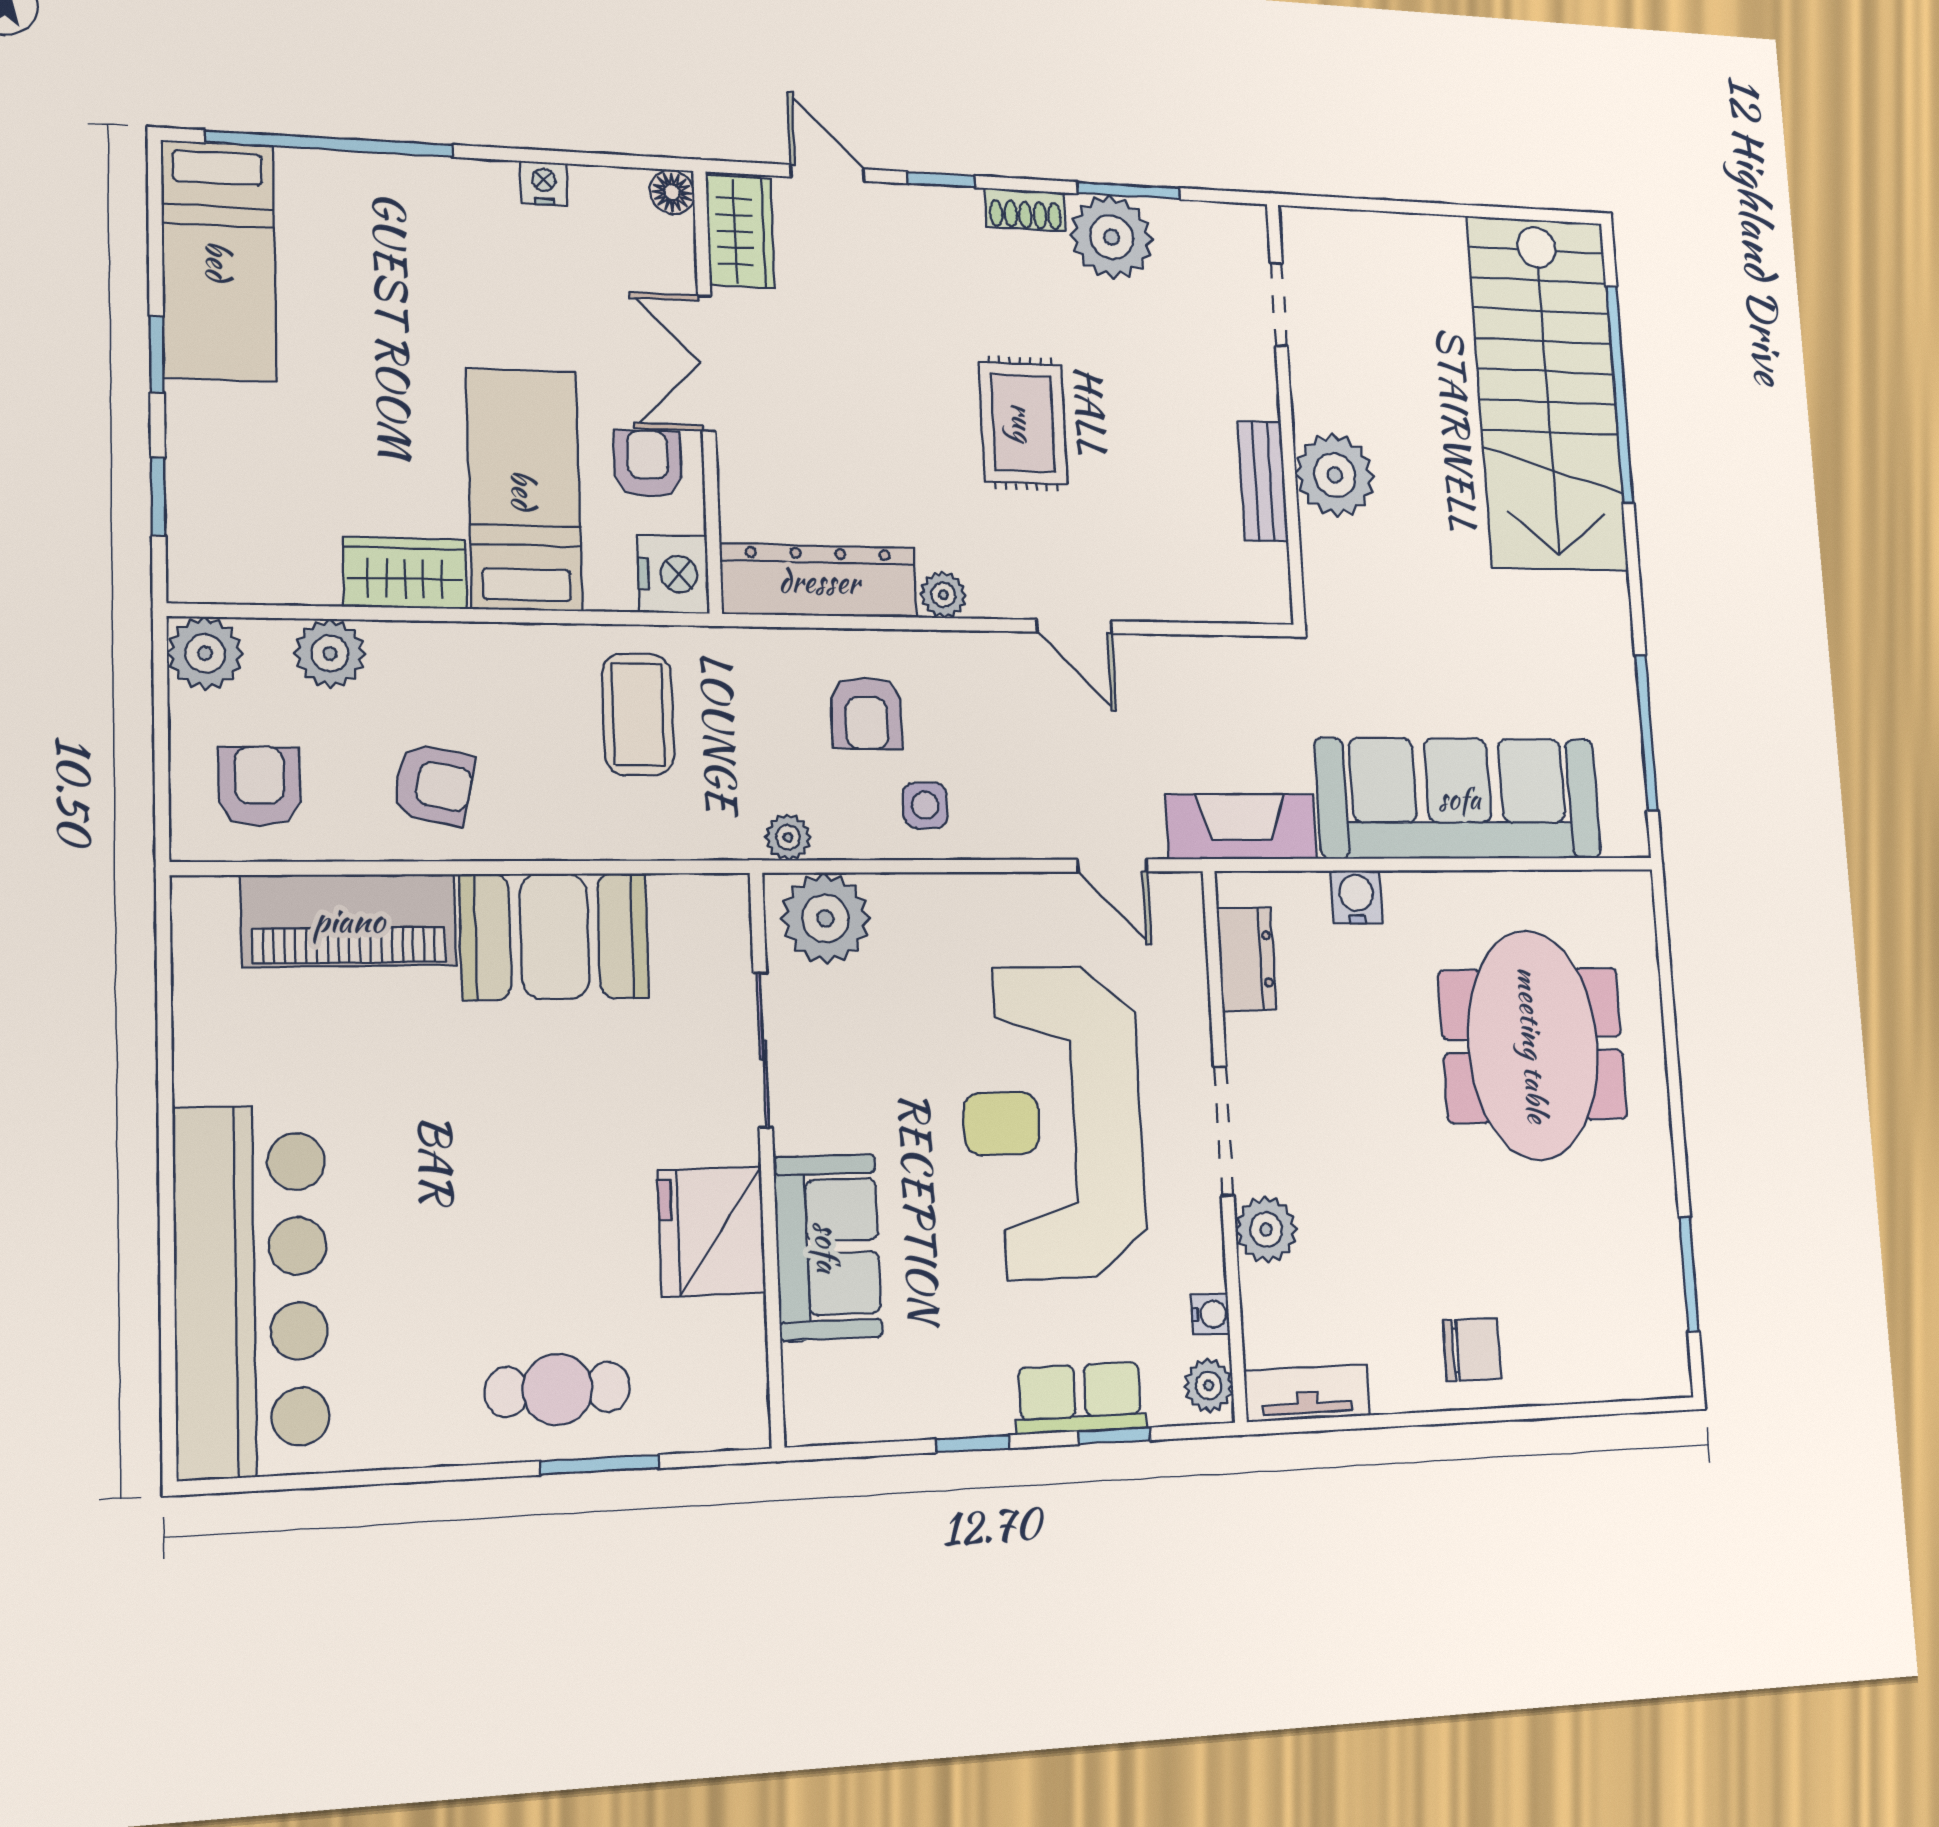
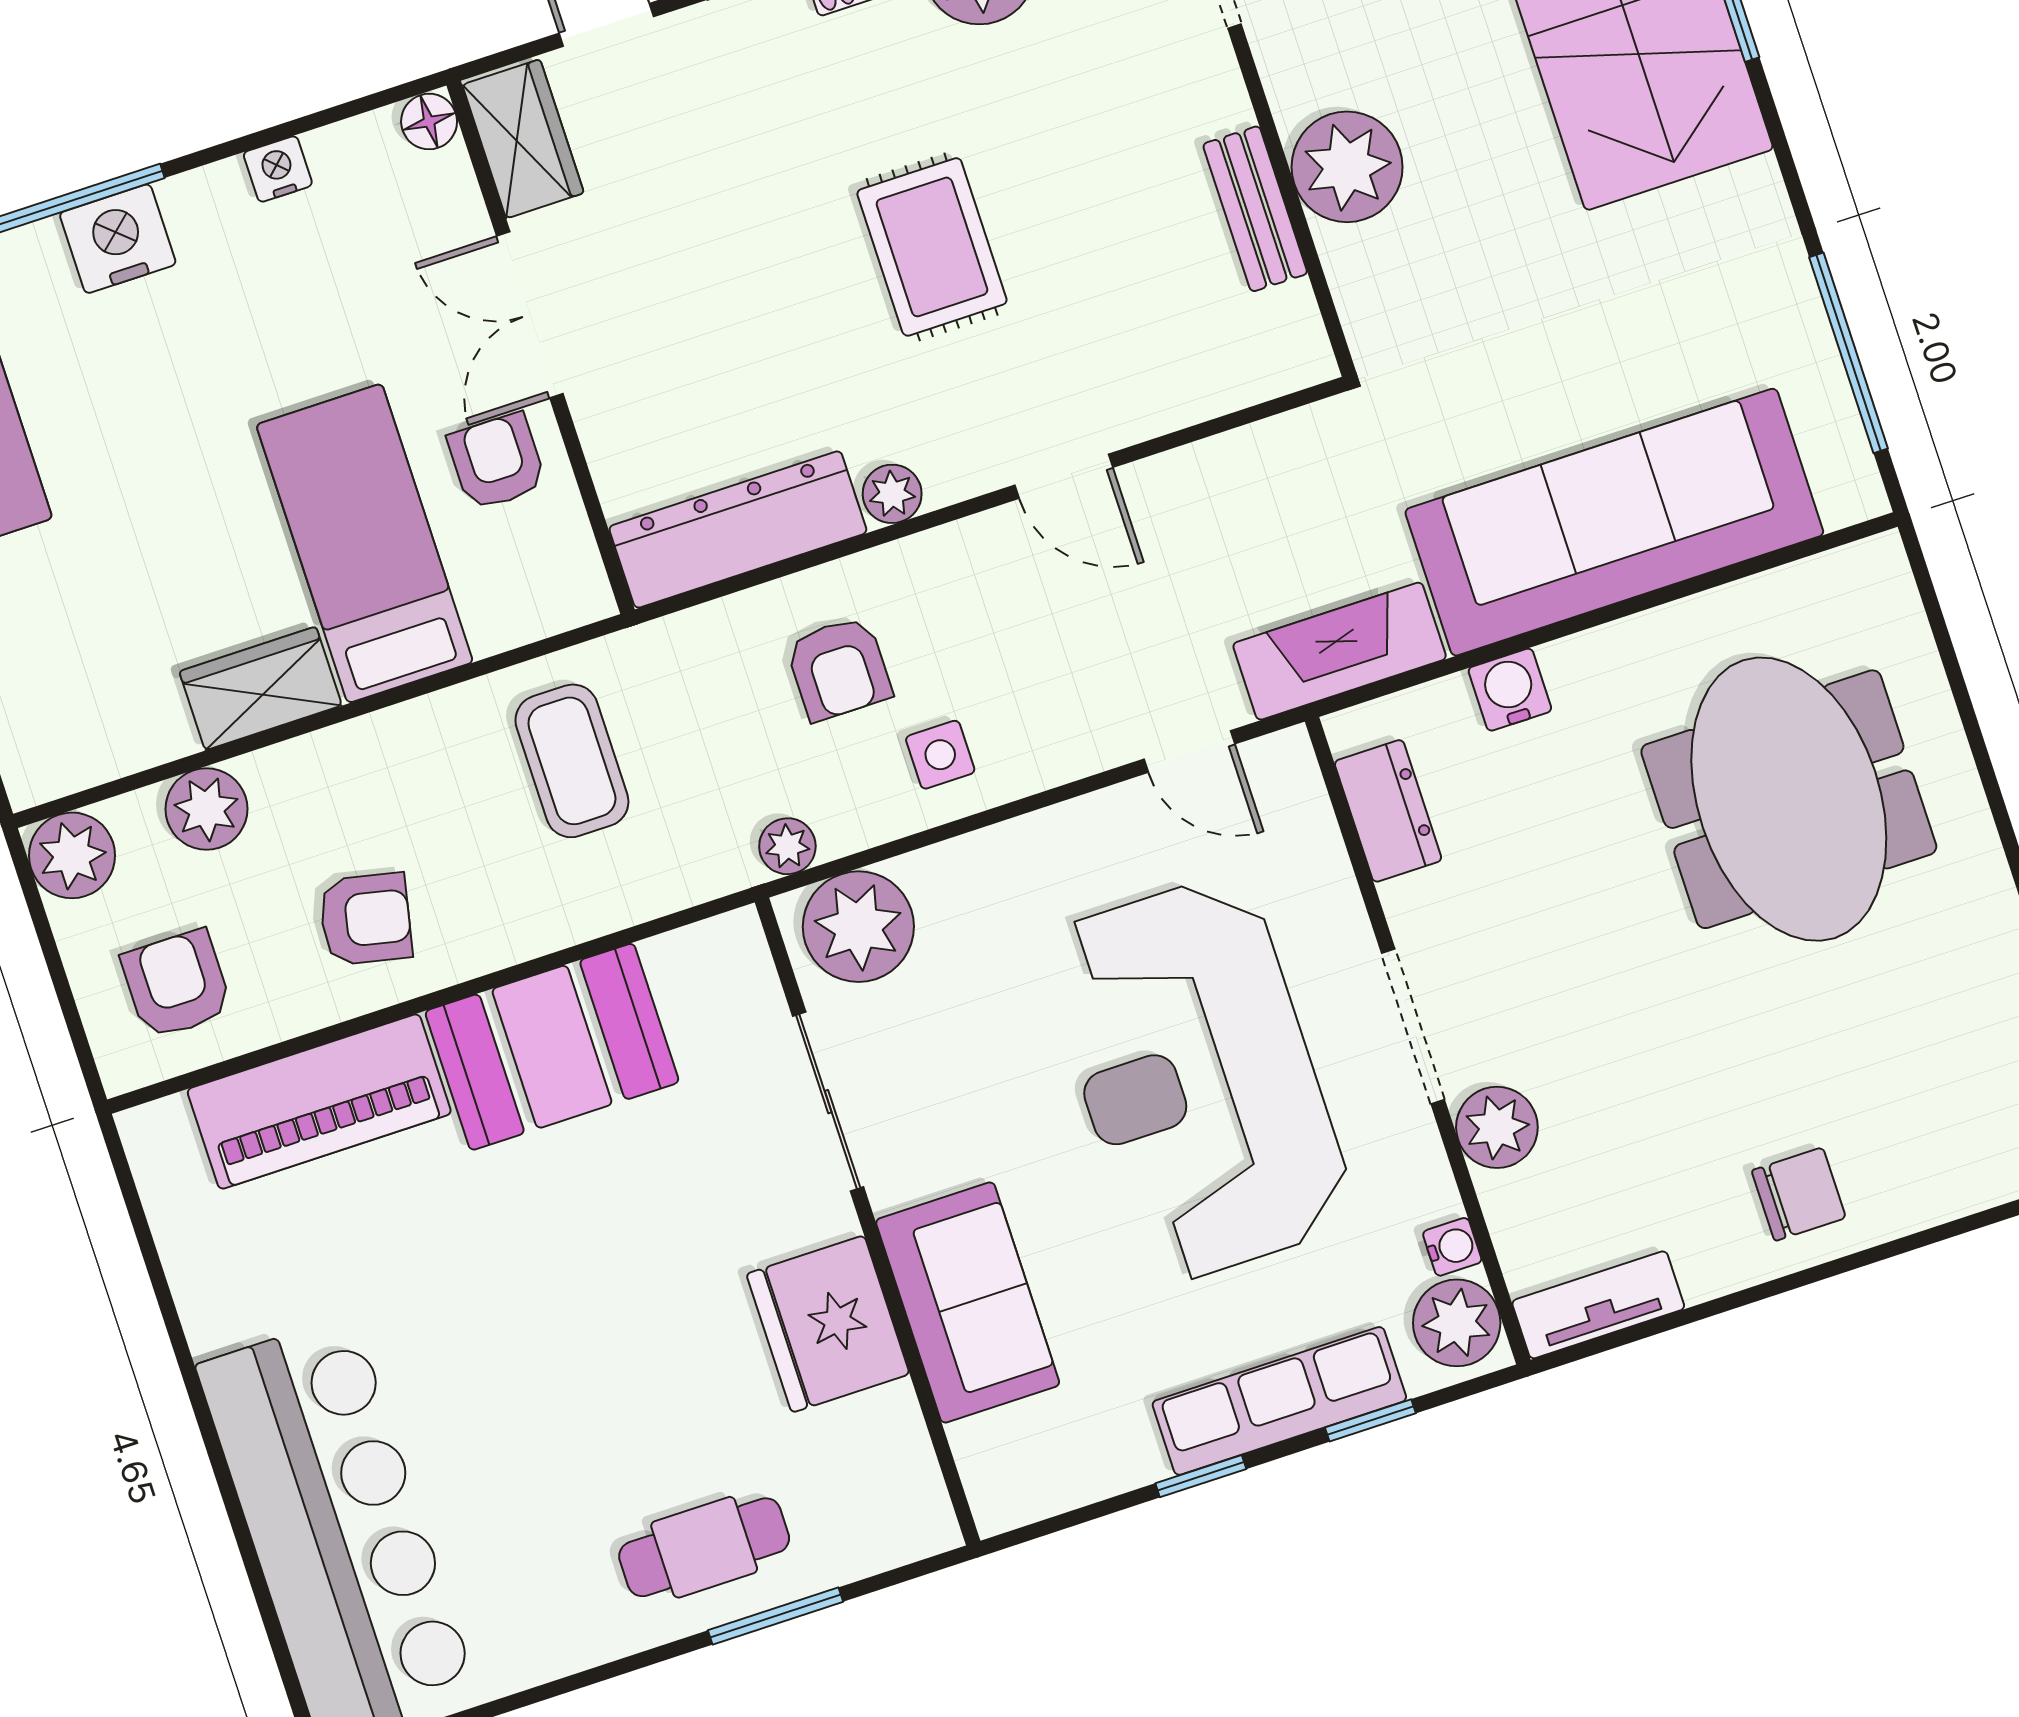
nightstand: (673, 574) -> (118, 239), moved, turned -90
plant: (1209, 1385) -> (1457, 1323), width x1.38, depth x1.38
row of seats: (1080, 1398) -> (1279, 1401), width x1.48

